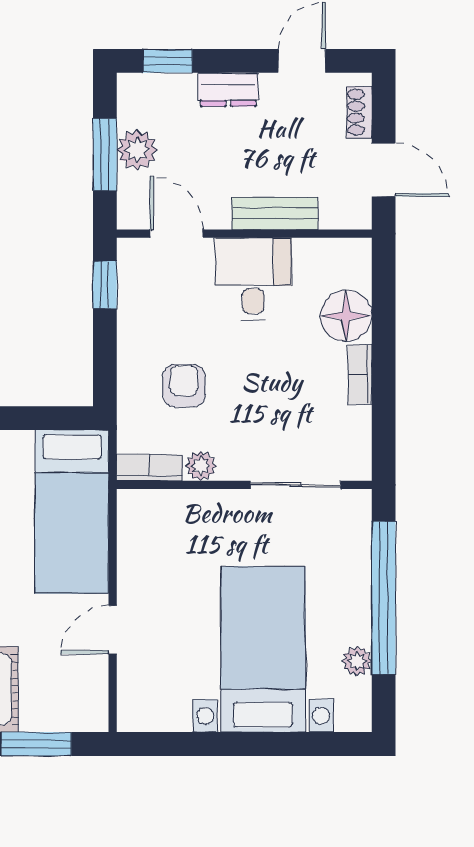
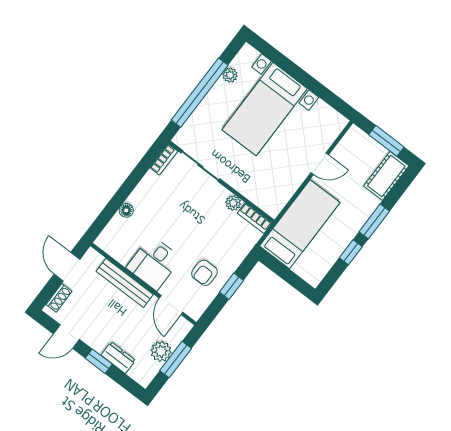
window: (168, 61) -> (99, 361), moved
dresser: (228, 89) -> (118, 358), moved
bench: (275, 213) -> (125, 283), width x1.36
window: (105, 285) -> (231, 286), moved
floor lamp: (346, 316) -> (126, 210), width x0.53, depth x0.53
bookcase: (360, 374) -> (164, 160), moved
armchair: (184, 386) -> (204, 273), moved

